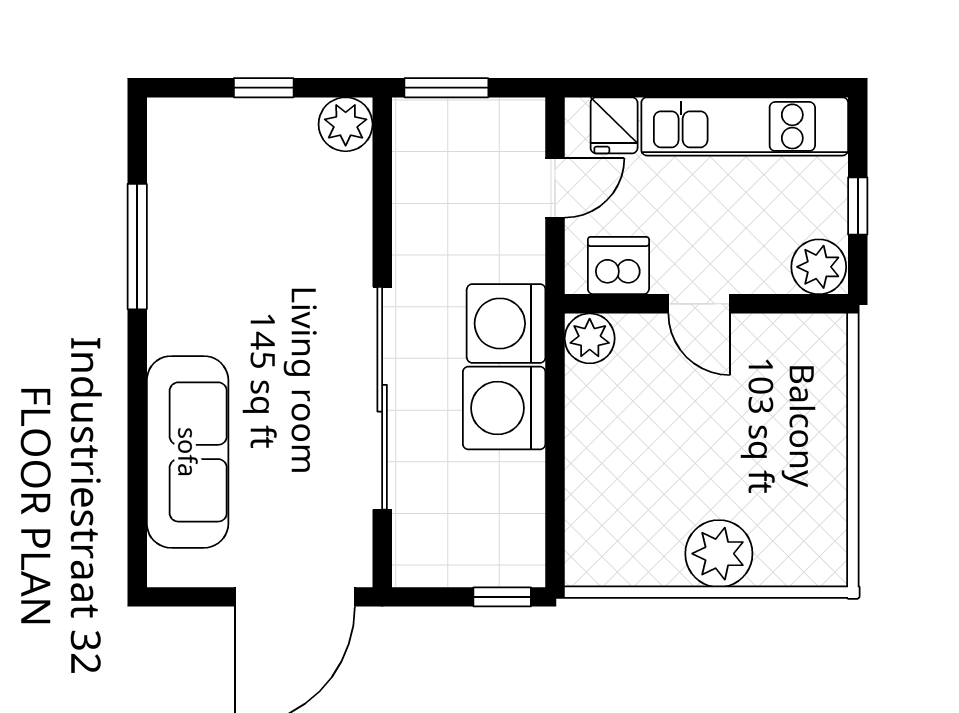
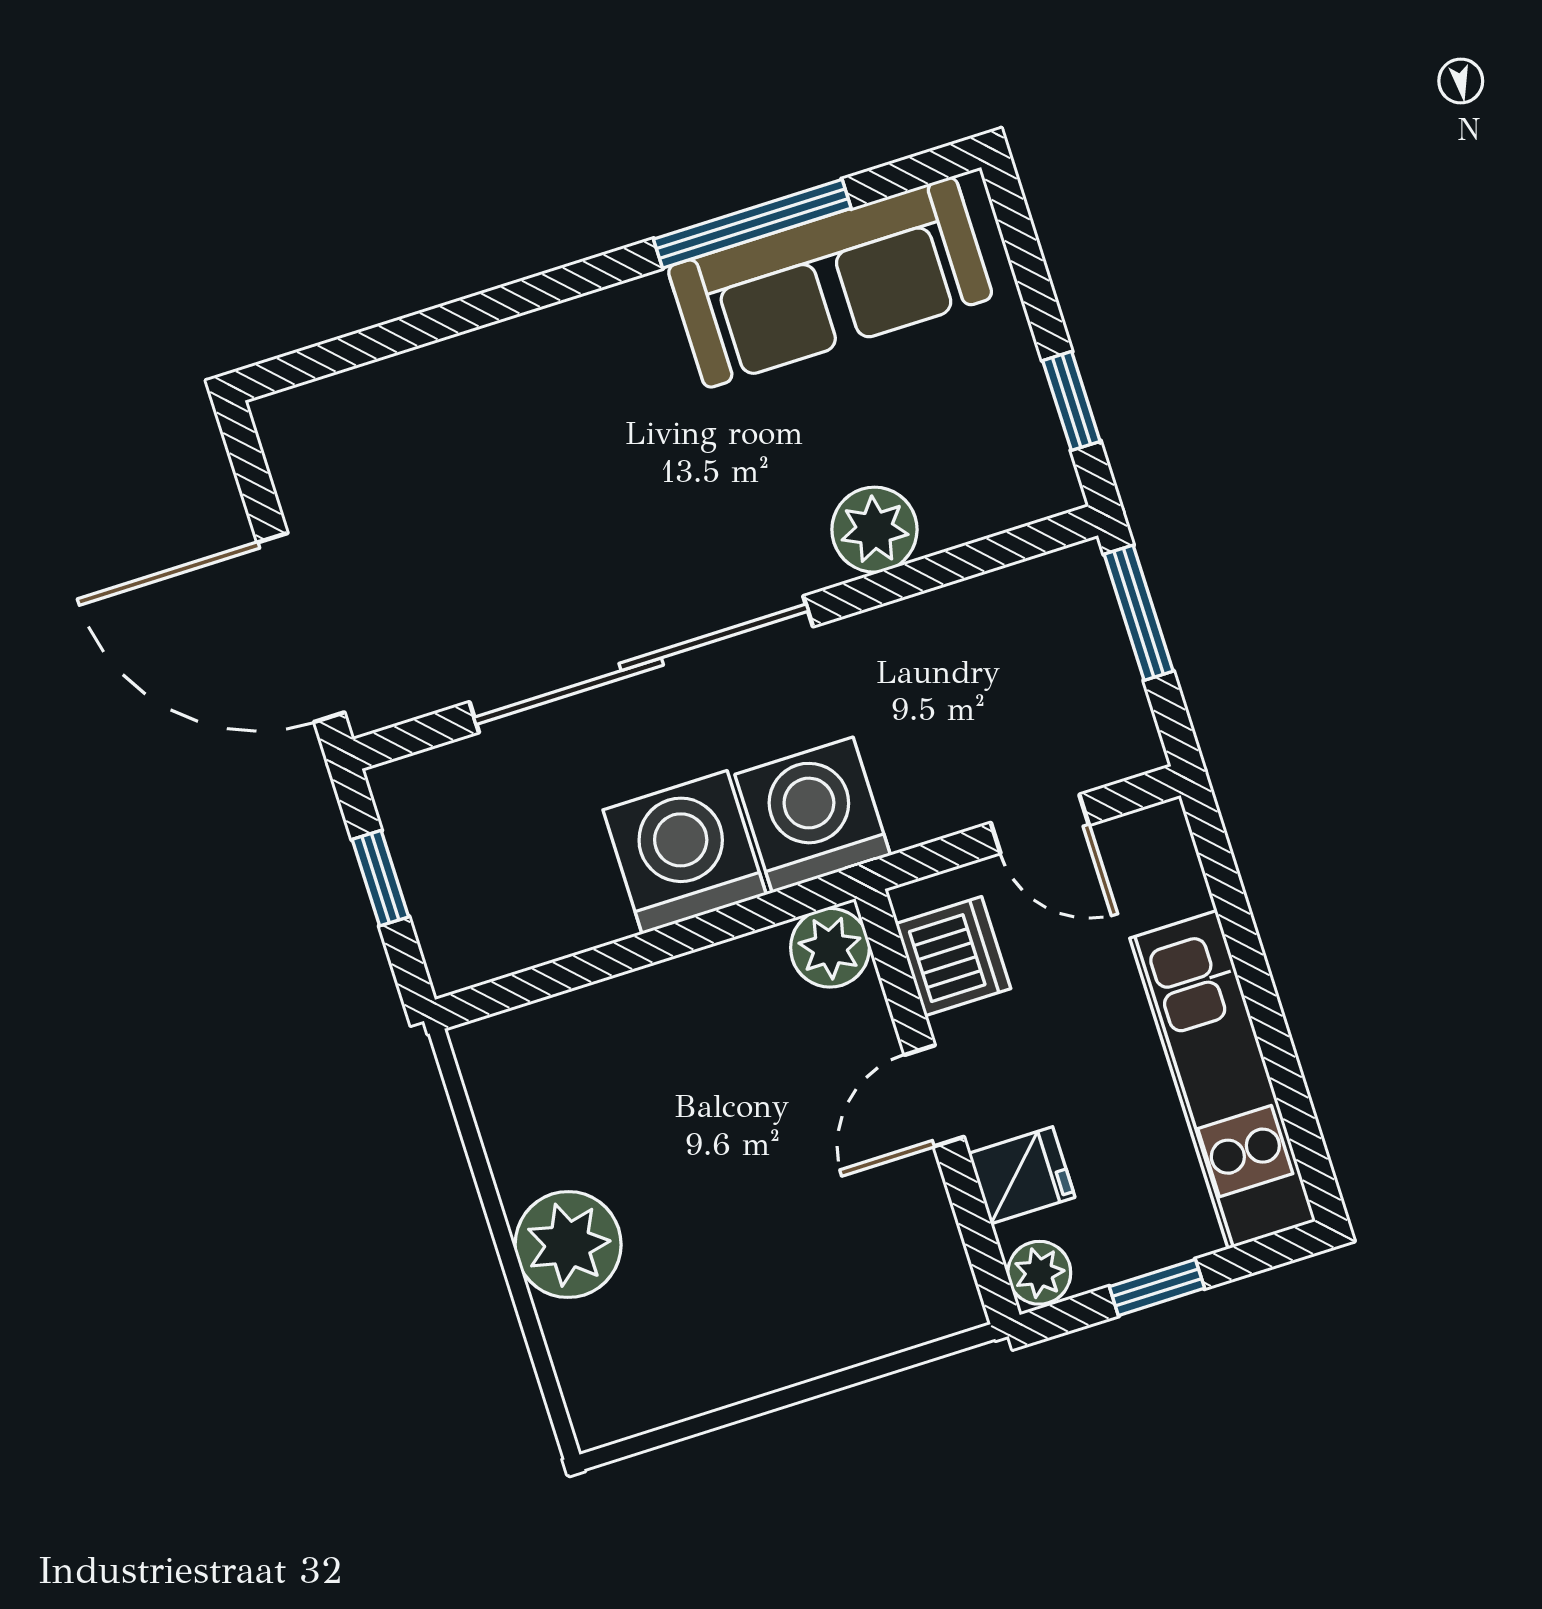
window: (264, 88) -> (1071, 401), moved
plant: (346, 124) -> (874, 530), moved
fridge: (614, 125) -> (1022, 1175), moved, turned 180
plant: (819, 267) -> (1039, 1273), width x0.73, depth x0.73
sofa: (188, 452) -> (830, 282), moved
window: (502, 597) -> (380, 878), moved

